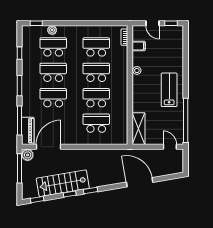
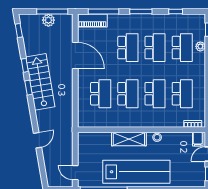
filing cabinet: (139, 46) -> (198, 139), moved
lab bench: (169, 90) -> (136, 172), width x1.86, depth x1.39
shelving: (138, 129) -> (129, 139), moved
door: (49, 147) -> (75, 56), moved
door: (170, 147) -> (75, 173), swing flipped
plant: (28, 155) -> (48, 20), moved
door: (140, 182) -> (37, 140), width x0.53
stairs: (63, 183) -> (40, 82), moved

